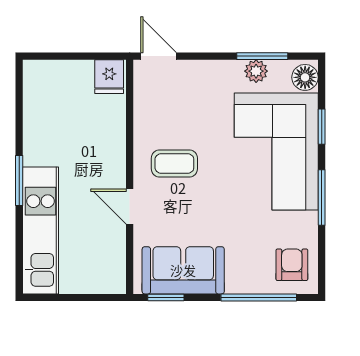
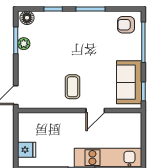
fridge: (109, 77) -> (27, 150), moved
corner sofa: (276, 151) -> (66, 33), removed

